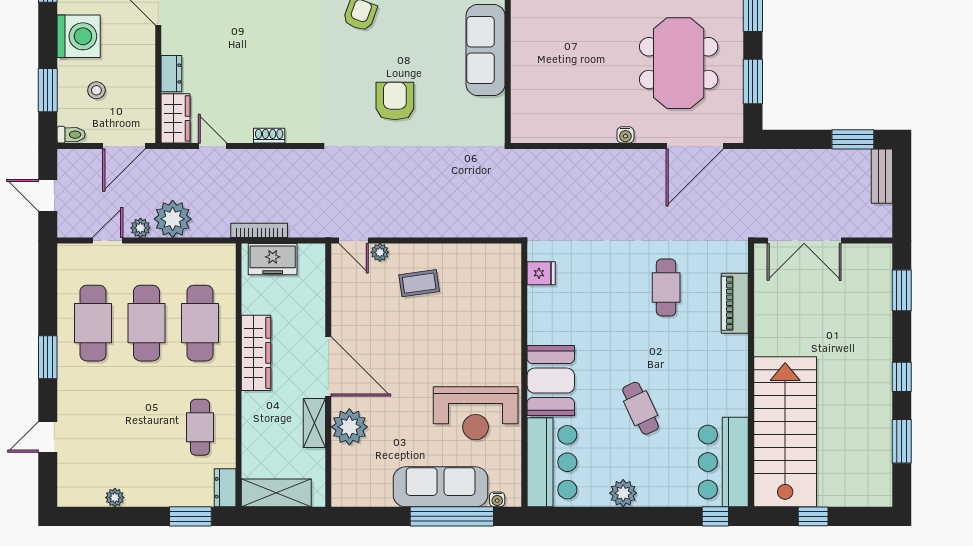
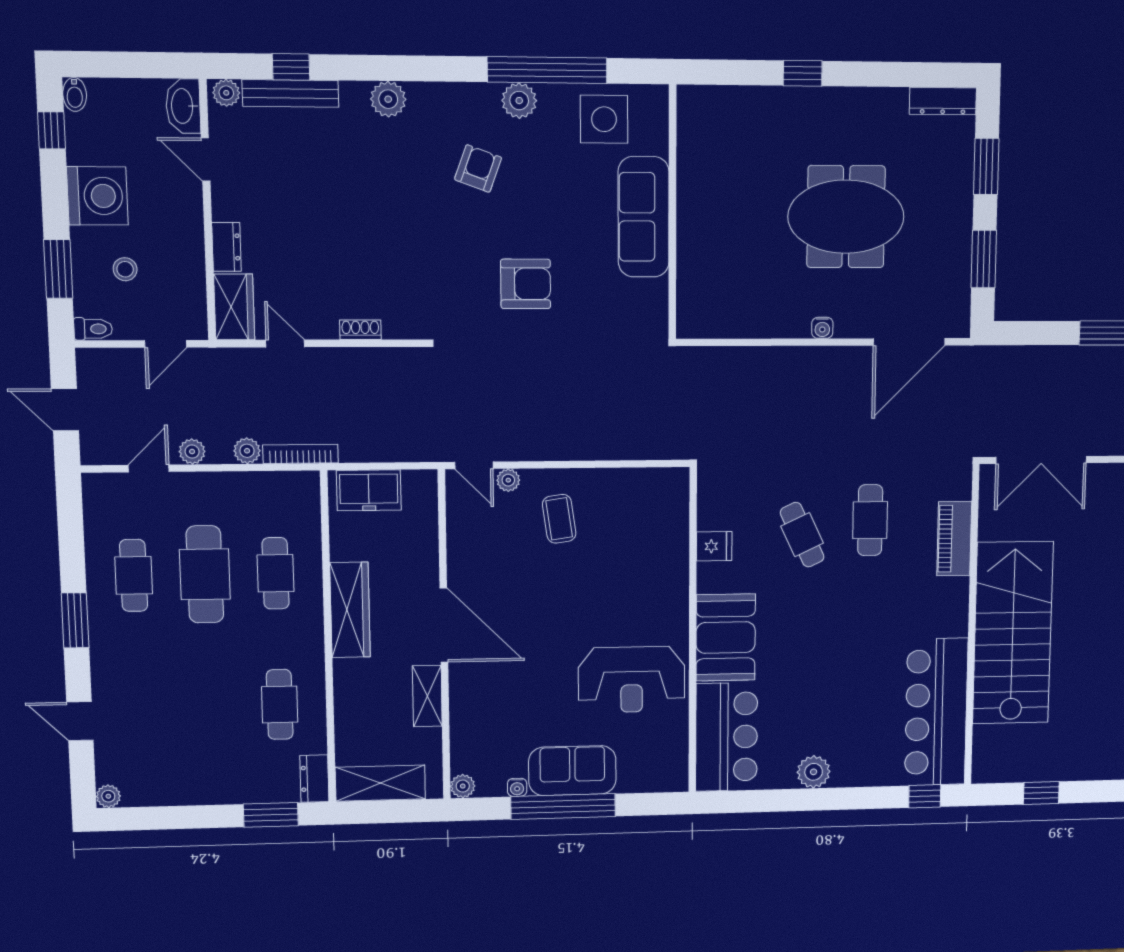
meeting table: (679, 63) -> (846, 217), moved, turned 90
armchair: (395, 101) -> (526, 284), turned 90
door: (124, 146) -> (166, 344), width x0.73
plant: (173, 219) -> (247, 451), width x0.53, depth x0.53
bookcase: (259, 230) -> (301, 454), moved
fridge: (541, 273) -> (714, 546), moved
coffee table: (419, 283) -> (559, 519), turned 90
cafe table: (93, 323) -> (134, 575), width x0.73, depth x0.74
cafe table: (200, 323) -> (276, 573), width x0.73, depth x0.74
cafe table: (641, 408) -> (802, 535), moved
plant: (349, 427) -> (463, 786), moved, width x0.53, depth x0.53
stairs: (785, 432) -> (1013, 633), moved
door: (48, 437) -> (80, 721), hinge flipped
bar counter: (723, 462) -> (936, 712), width x1.36
sofa: (441, 487) -> (572, 771), width x0.73
plant: (115, 498) -> (108, 796), moved
water cooler: (497, 499) -> (517, 787), moved
window: (452, 516) -> (563, 807), moved

